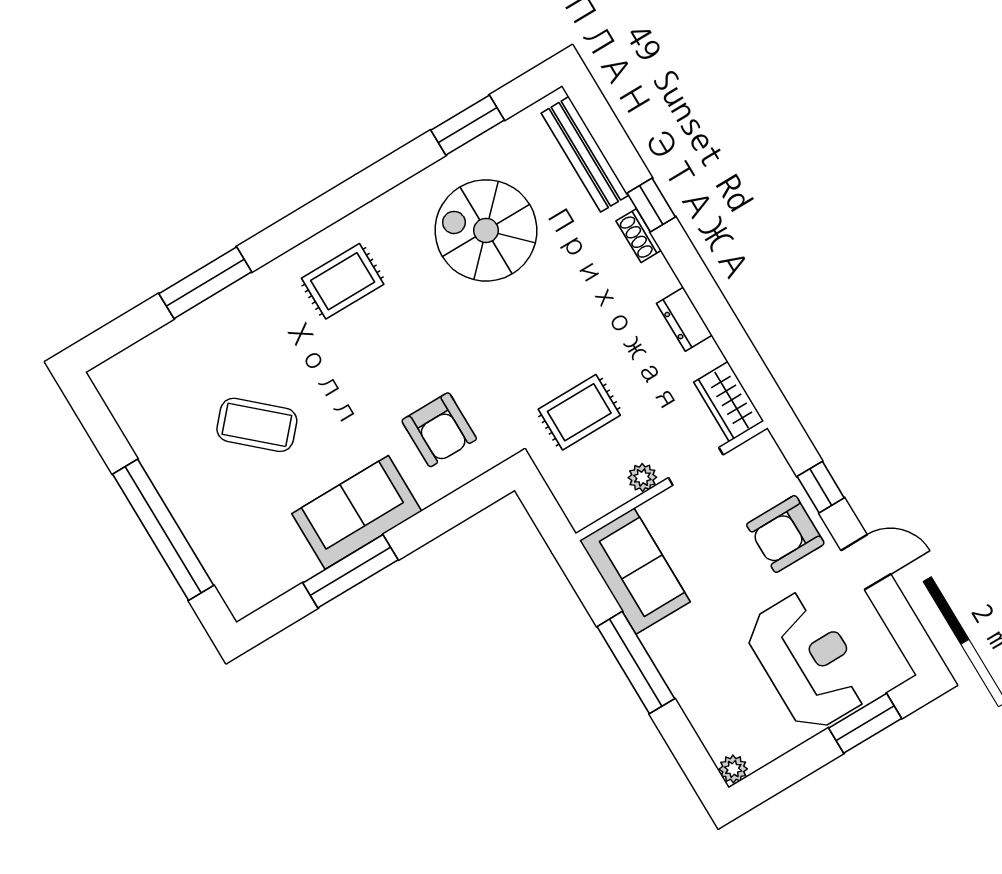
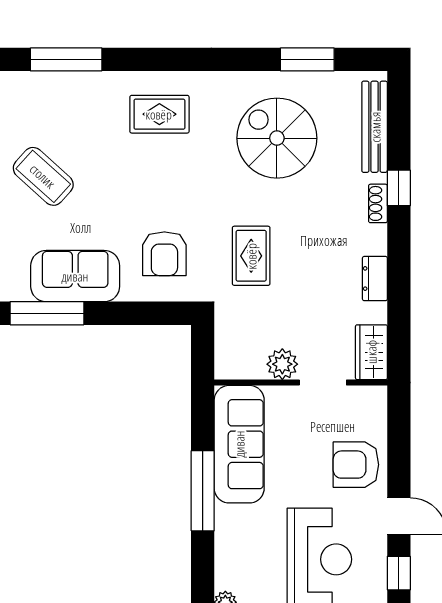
rug: (579, 412) -> (251, 256), moved, turned 90
plant: (642, 477) -> (282, 364), width x1.38, depth x1.38
window: (821, 487) -> (399, 573), moved
sofa: (635, 571) -> (239, 444), width x1.36

